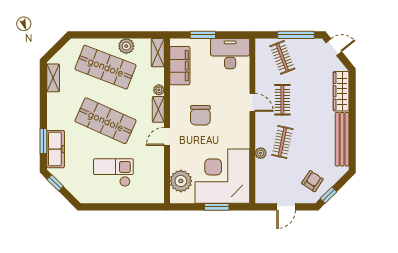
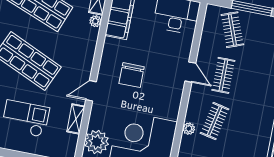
plant: (159, 90) -> (95, 21), moved
shelving: (158, 109) -> (76, 119), moved

